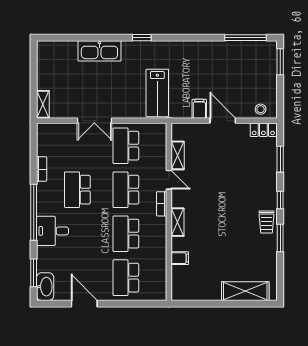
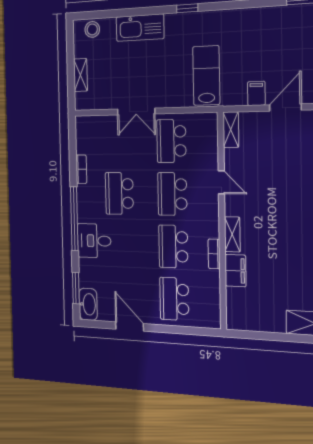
stool: (55, 50) -> (92, 29), added
lab bench: (157, 93) -> (206, 75), turned 180
shelving: (43, 104) -> (80, 75), moved
door: (223, 121) -> (285, 107), hinge flipped
shelving: (178, 155) -> (231, 130), moved
bookcase: (162, 204) -> (214, 254), moved
filing cabinet: (180, 258) -> (235, 271), width x2.00

